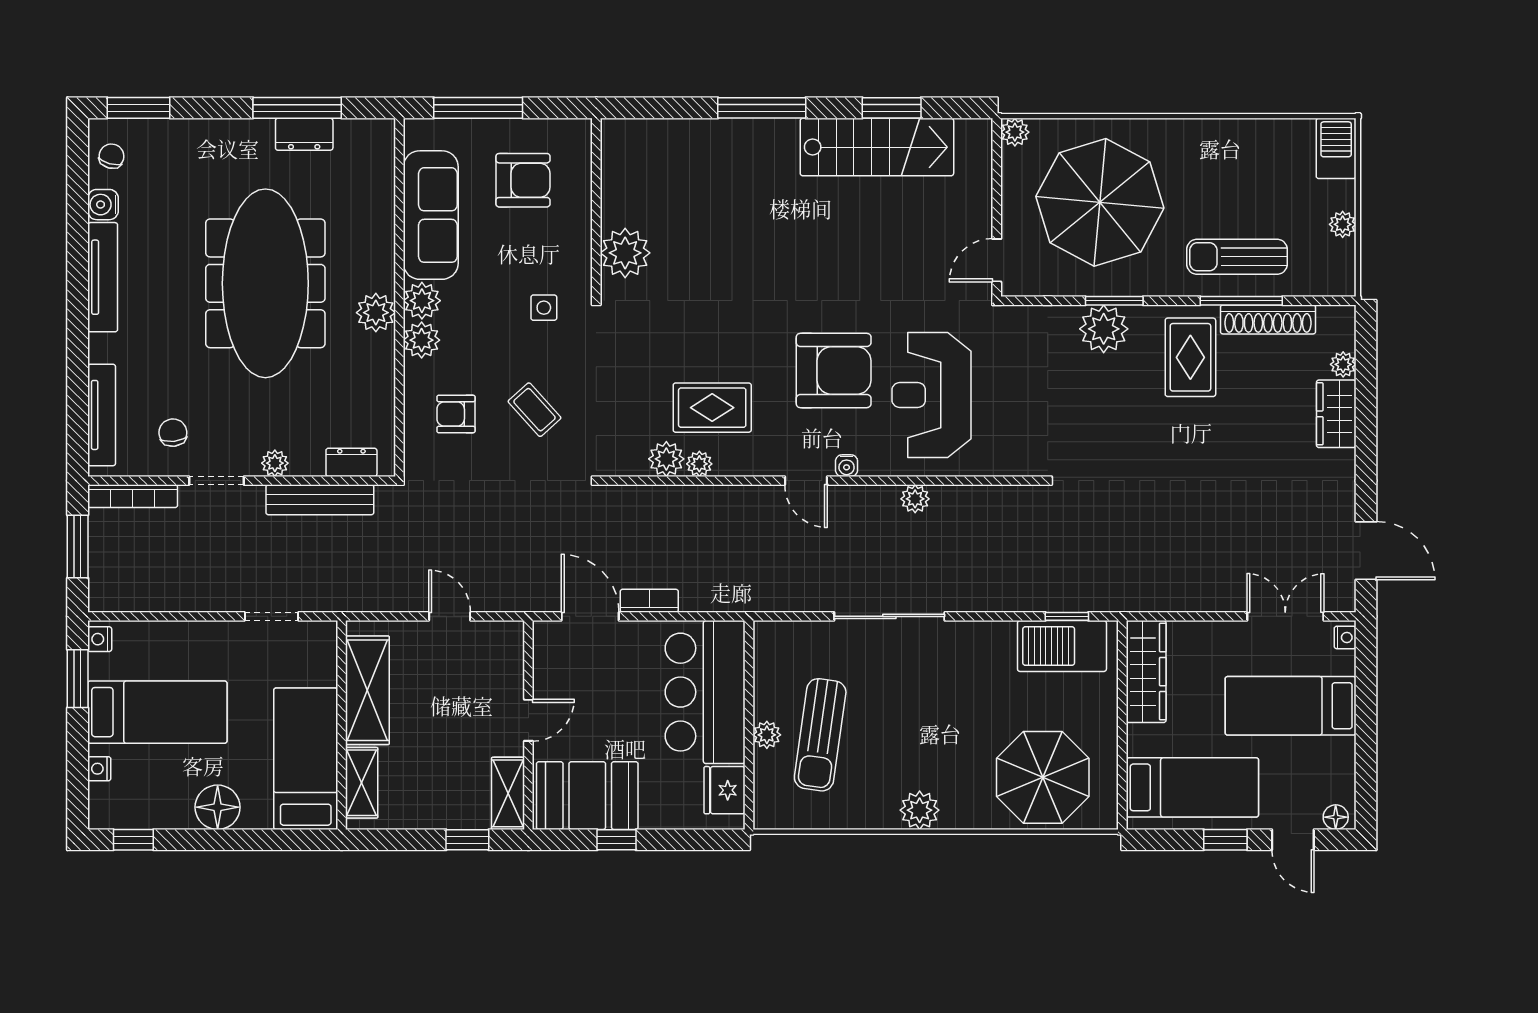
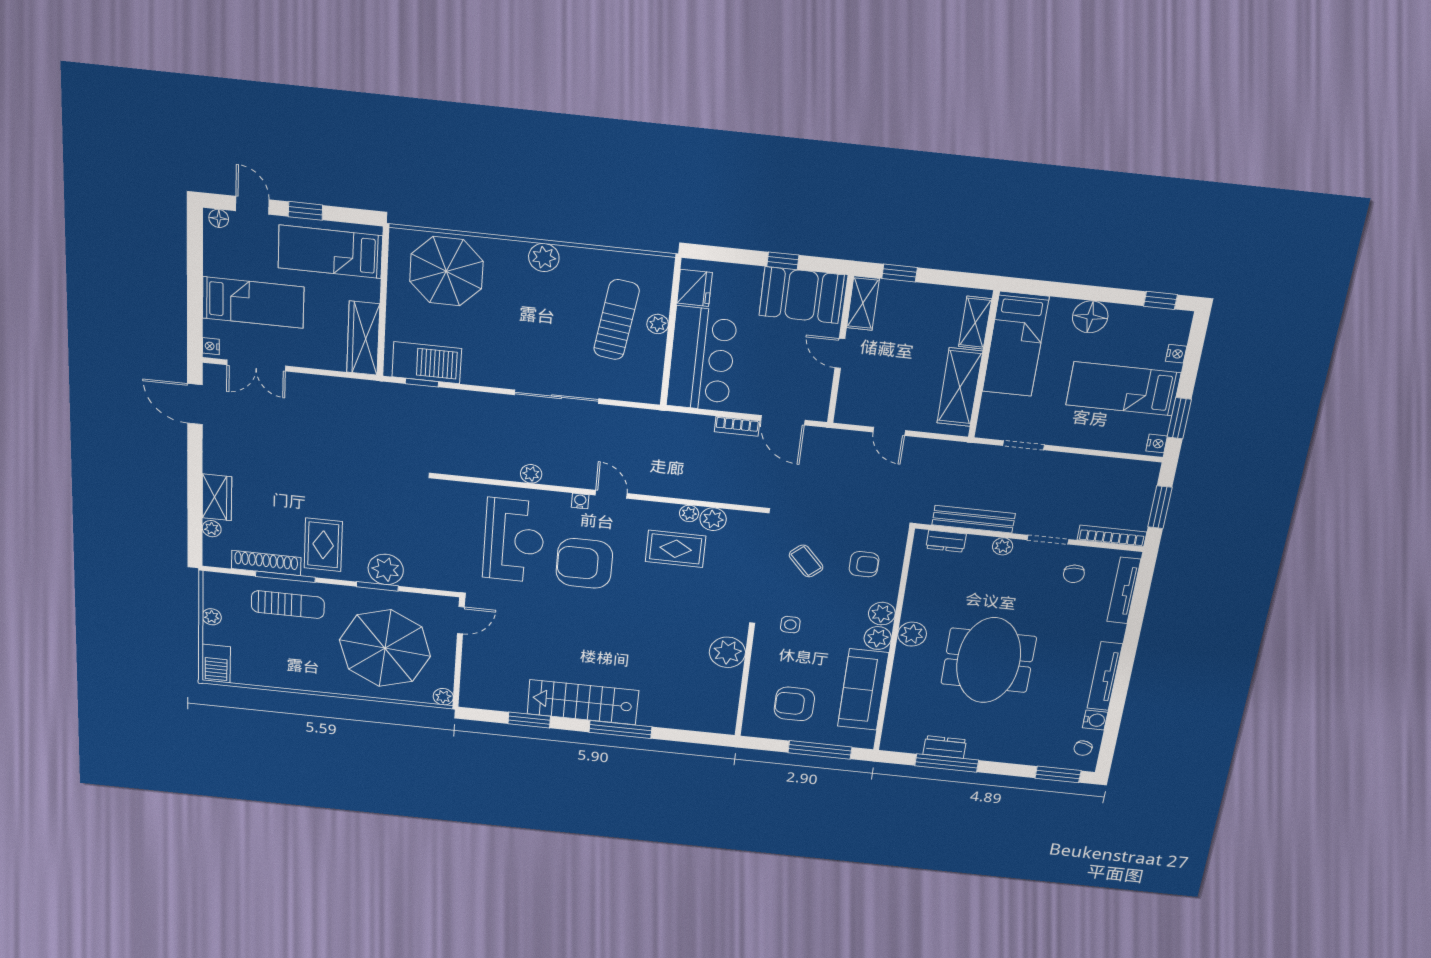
stairs: (877, 147) -> (583, 702), moved
meeting table: (265, 283) -> (989, 660), width x0.73
door: (528, 720) -> (840, 353), hinge flipped

